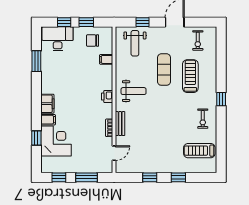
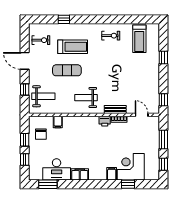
desk: (58, 39) -> (57, 169), moved, turned -90
window: (36, 61) -> (48, 184), moved
treadmill: (190, 76) -> (73, 47), turned 180
weight bench: (134, 91) -> (86, 98), turned -90
printer: (107, 97) -> (105, 121), moved
window: (221, 99) -> (64, 19), moved
filing cabinet: (47, 104) -> (80, 174), moved
window: (150, 177) -> (163, 100), moved

